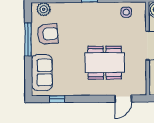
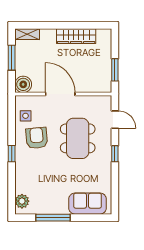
armchair: (48, 34) -> (37, 138), moved
window: (57, 99) -> (115, 154), moved

